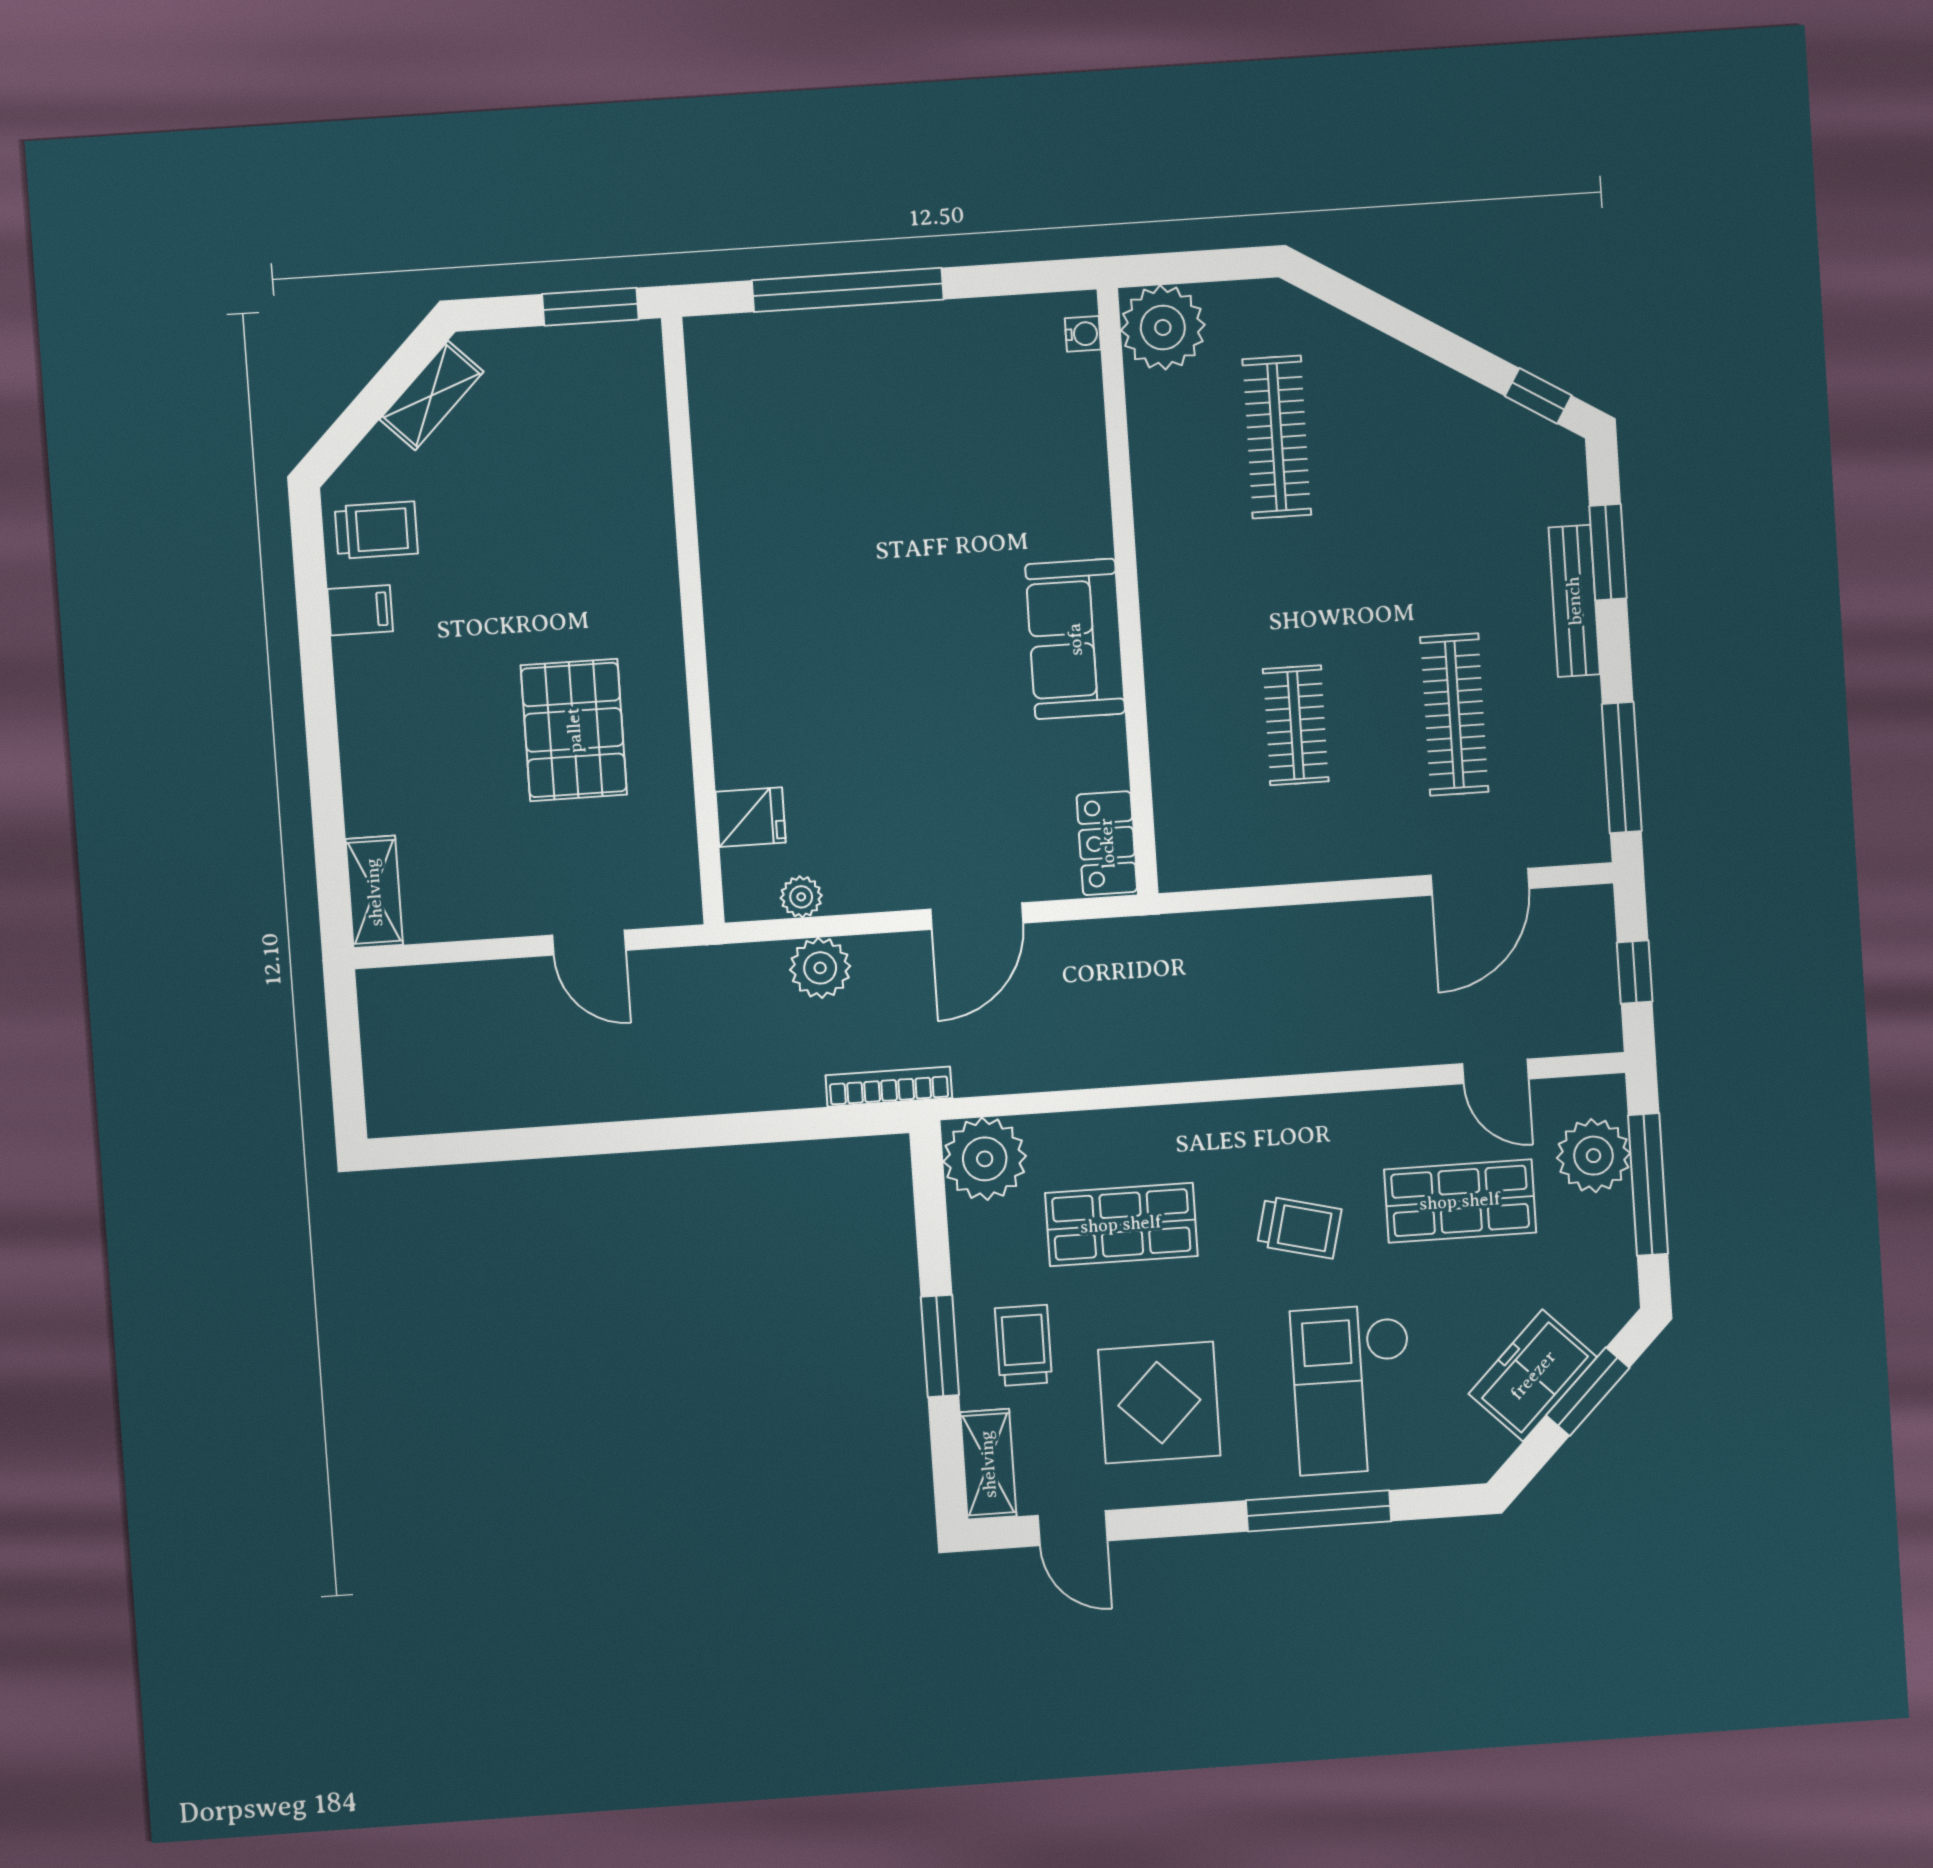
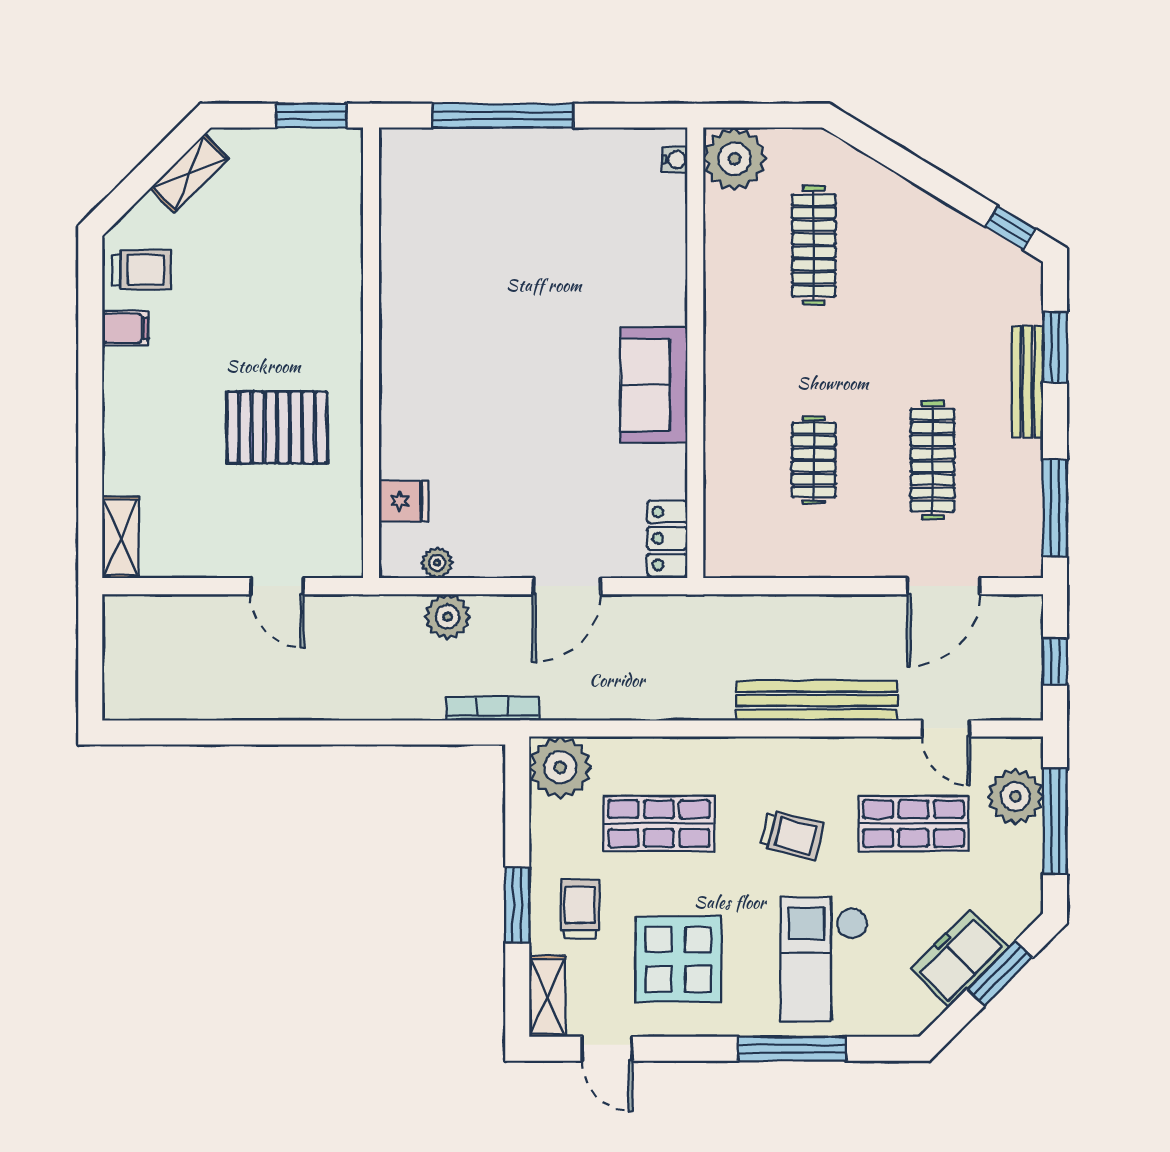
pallet: (574, 730) -> (277, 427), turned 90
bench: (1321, 1046) -> (817, 700), added

